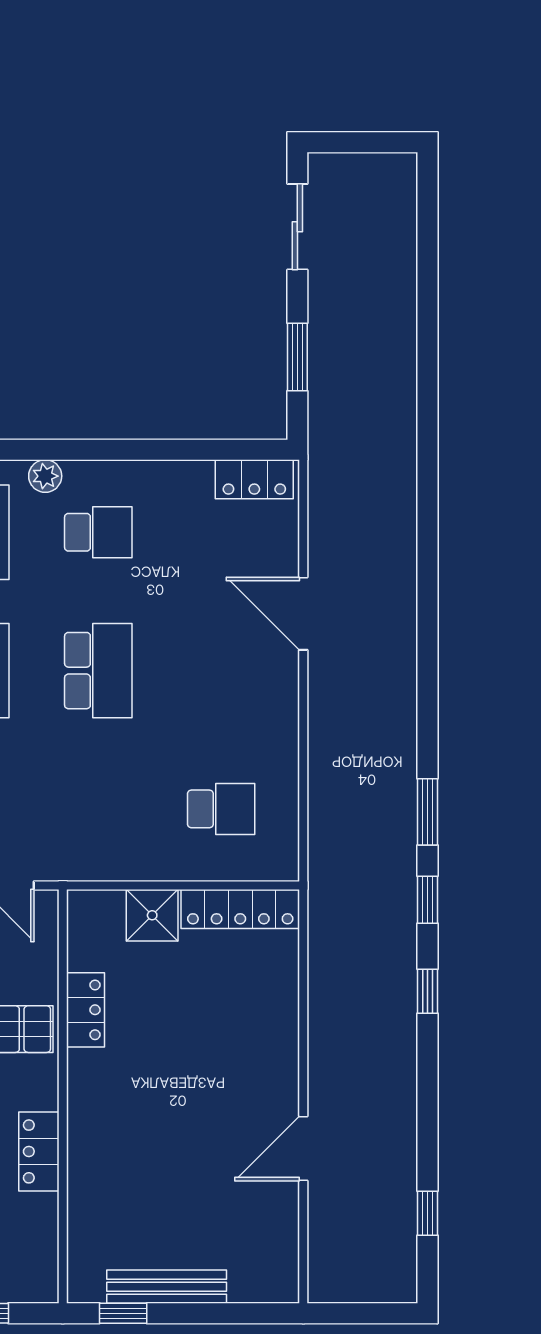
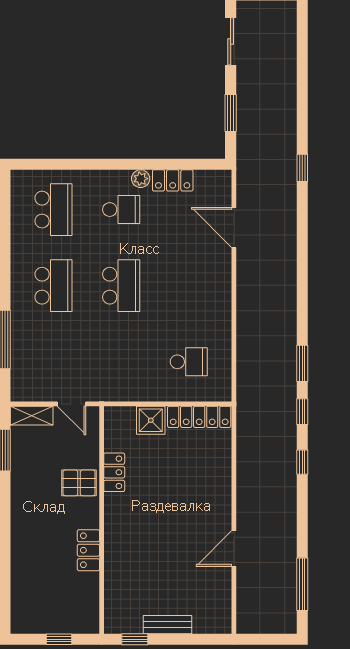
window: (427, 456) -> (302, 168), added
plant: (45, 476) -> (141, 179), moved
locker: (254, 479) -> (173, 180), moved
door: (303, 614) -> (234, 228), moved
window: (427, 1213) -> (302, 584), width x2.17
bench: (167, 1287) -> (167, 625), width x0.73

